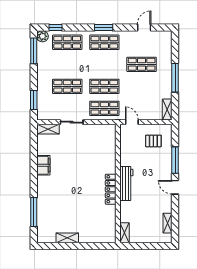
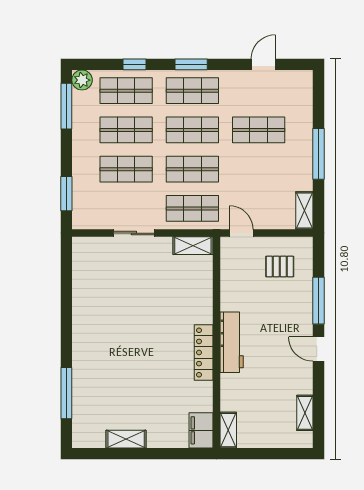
window: (56, 27) -> (134, 64), moved
shop shelf: (67, 64) -> (126, 130), added
shop shelf: (104, 64) -> (192, 130), added
shelving: (48, 129) -> (193, 246), moved
filing cabinet: (43, 165) -> (201, 430), moved, turned 180

